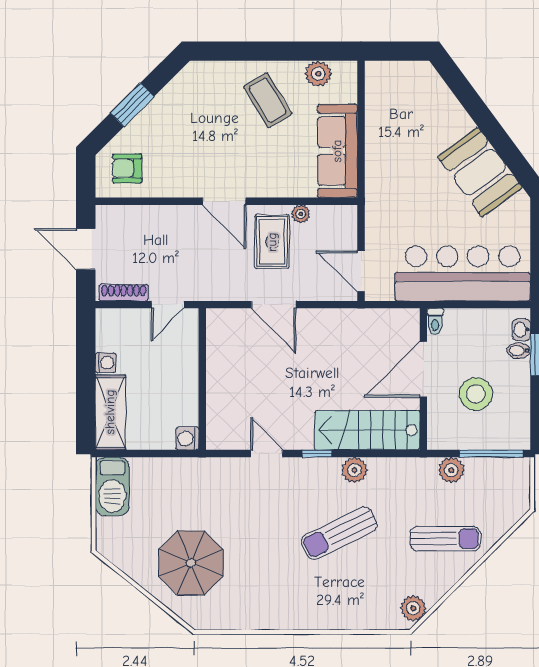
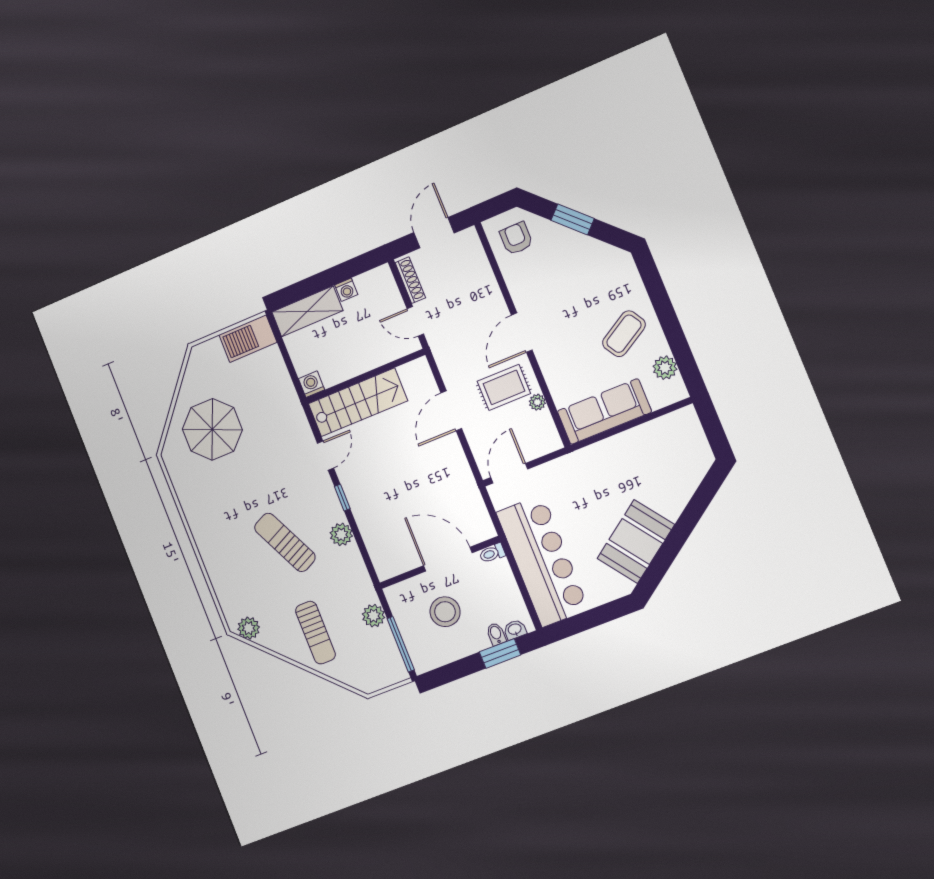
stairs: (367, 430) -> (358, 402), moved, turned 90

